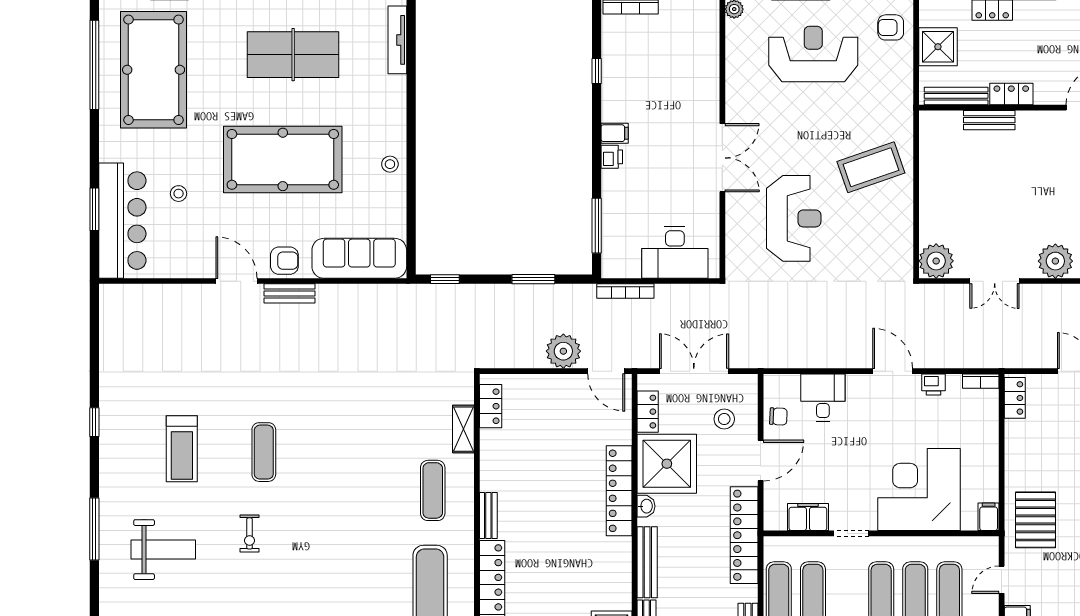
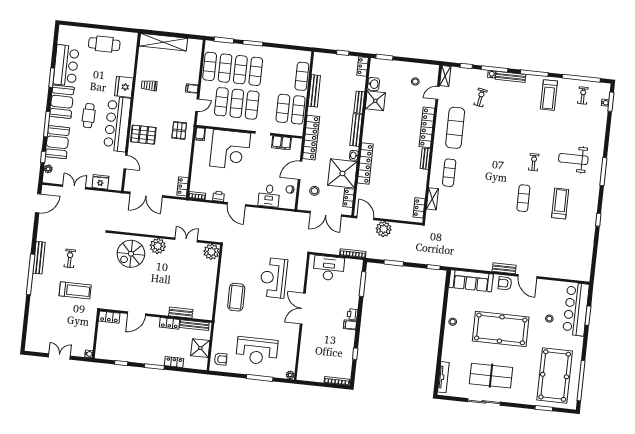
coffee table: (871, 167) -> (236, 297), turned -71
pallet: (1035, 520) -> (179, 130), width x0.67, depth x0.71

